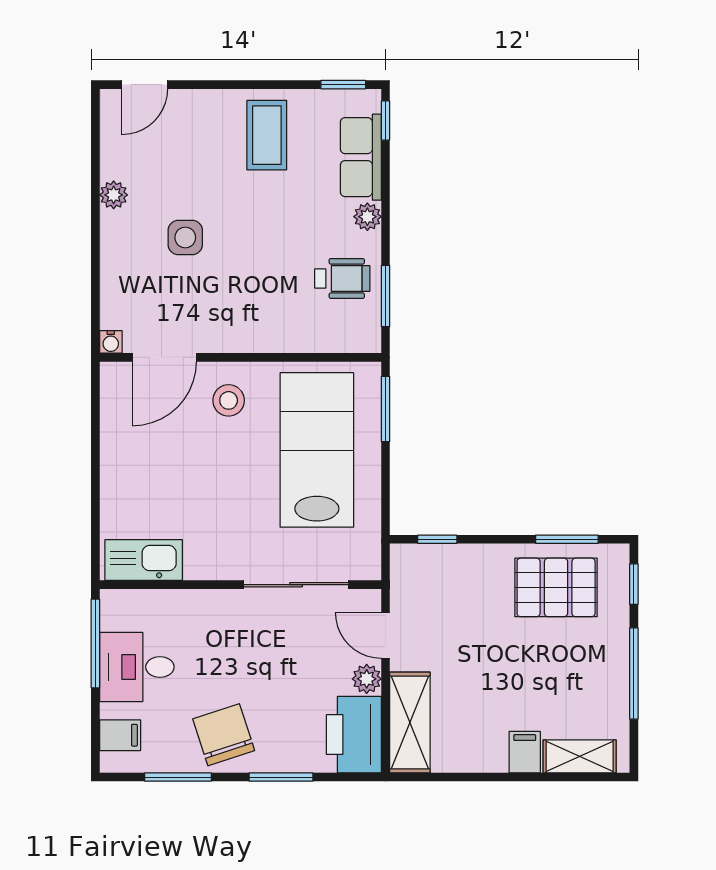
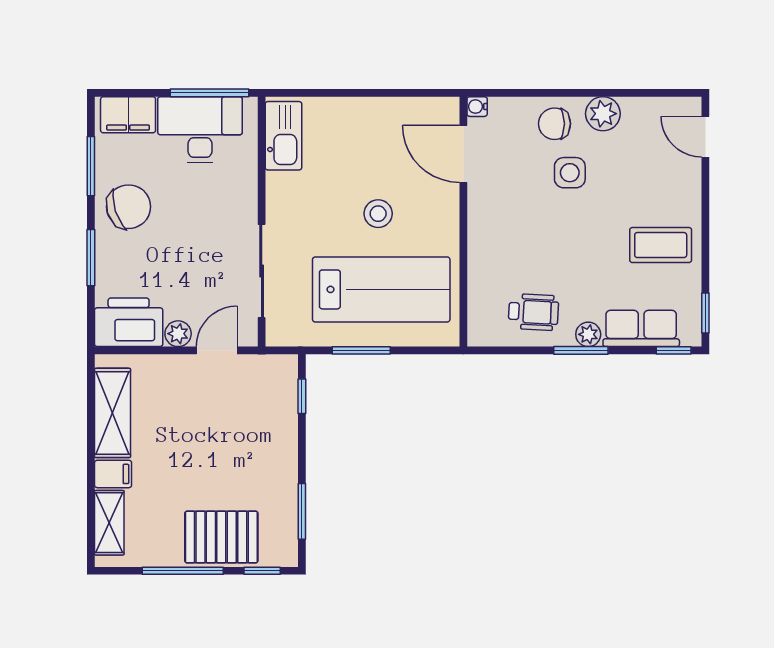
plant: (114, 195) -> (603, 114), width x1.38, depth x1.38
chair: (130, 255) -> (555, 124), added
wheelchair: (342, 278) -> (533, 312), turned -87
window: (386, 296) -> (581, 350), moved
stool: (229, 400) -> (378, 214), moved
window: (386, 409) -> (361, 350), moved
pallet: (556, 587) -> (221, 537), moved, turned 90
desk: (137, 667) -> (200, 130), width x1.37
shelving: (410, 722) -> (113, 413), moved, turned 90
filing cabinet: (120, 735) -> (128, 115), width x2.00

